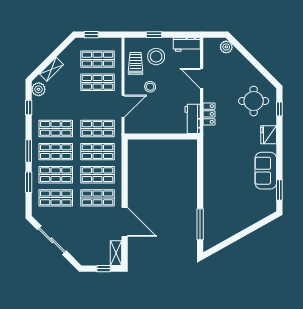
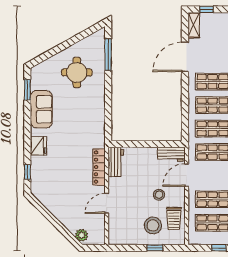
workbench: (187, 45) -> (171, 154), moved, turned 180
door: (202, 78) -> (107, 203), swing flipped
round table: (254, 101) -> (77, 72), moved
locker: (209, 114) -> (99, 167), width x1.53
door: (125, 222) -> (185, 57), hinge flipped

